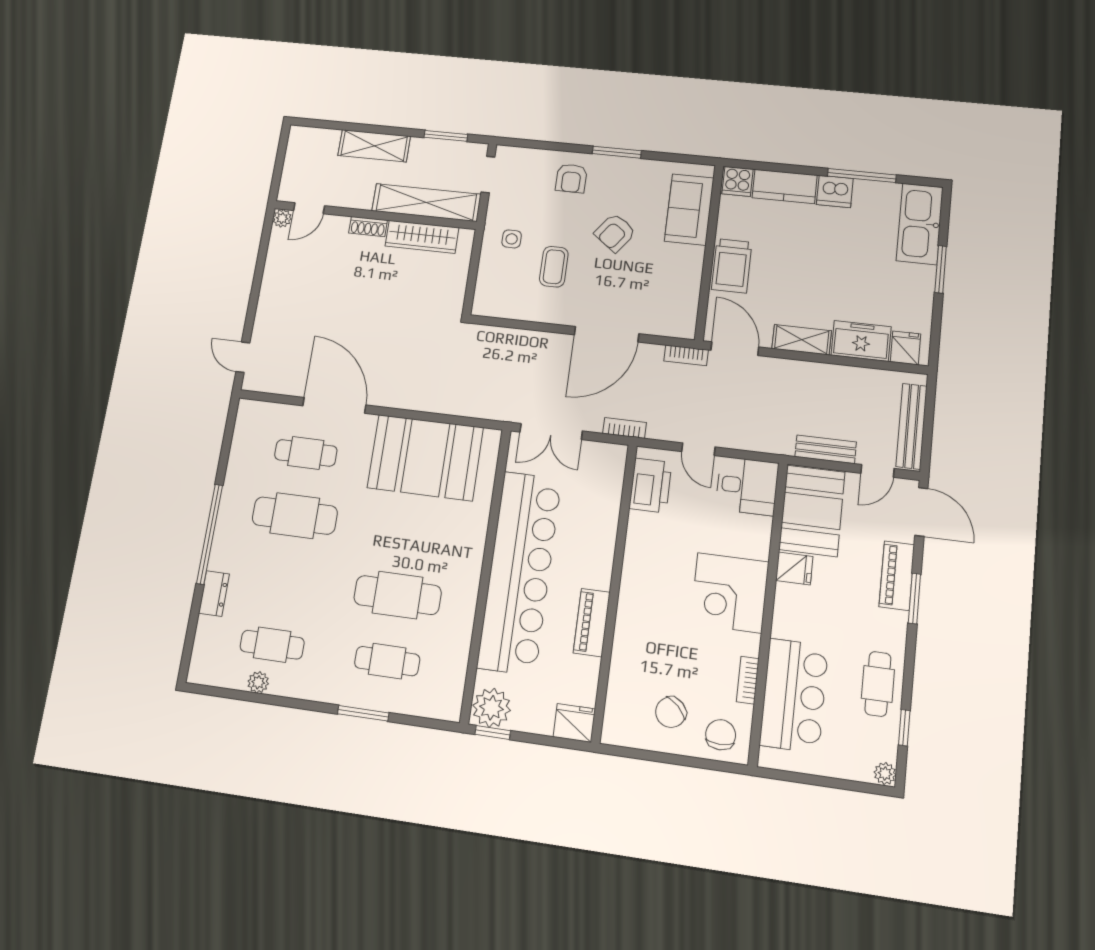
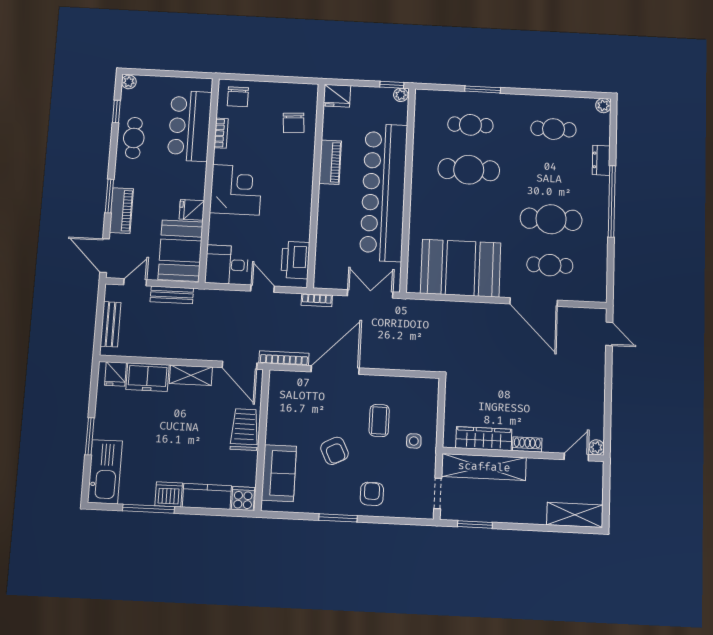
shelving: (374, 146) -> (575, 515), moved
armchair: (615, 233) -> (334, 451), turned 117
bookcase: (686, 355) -> (284, 358), width x1.56
bench: (912, 426) -> (110, 324), width x0.73
plant: (258, 682) -> (603, 106), moved
plant: (492, 708) -> (401, 95), width x0.53, depth x0.53
chair: (671, 712) -> (294, 123), moved, turned 132

